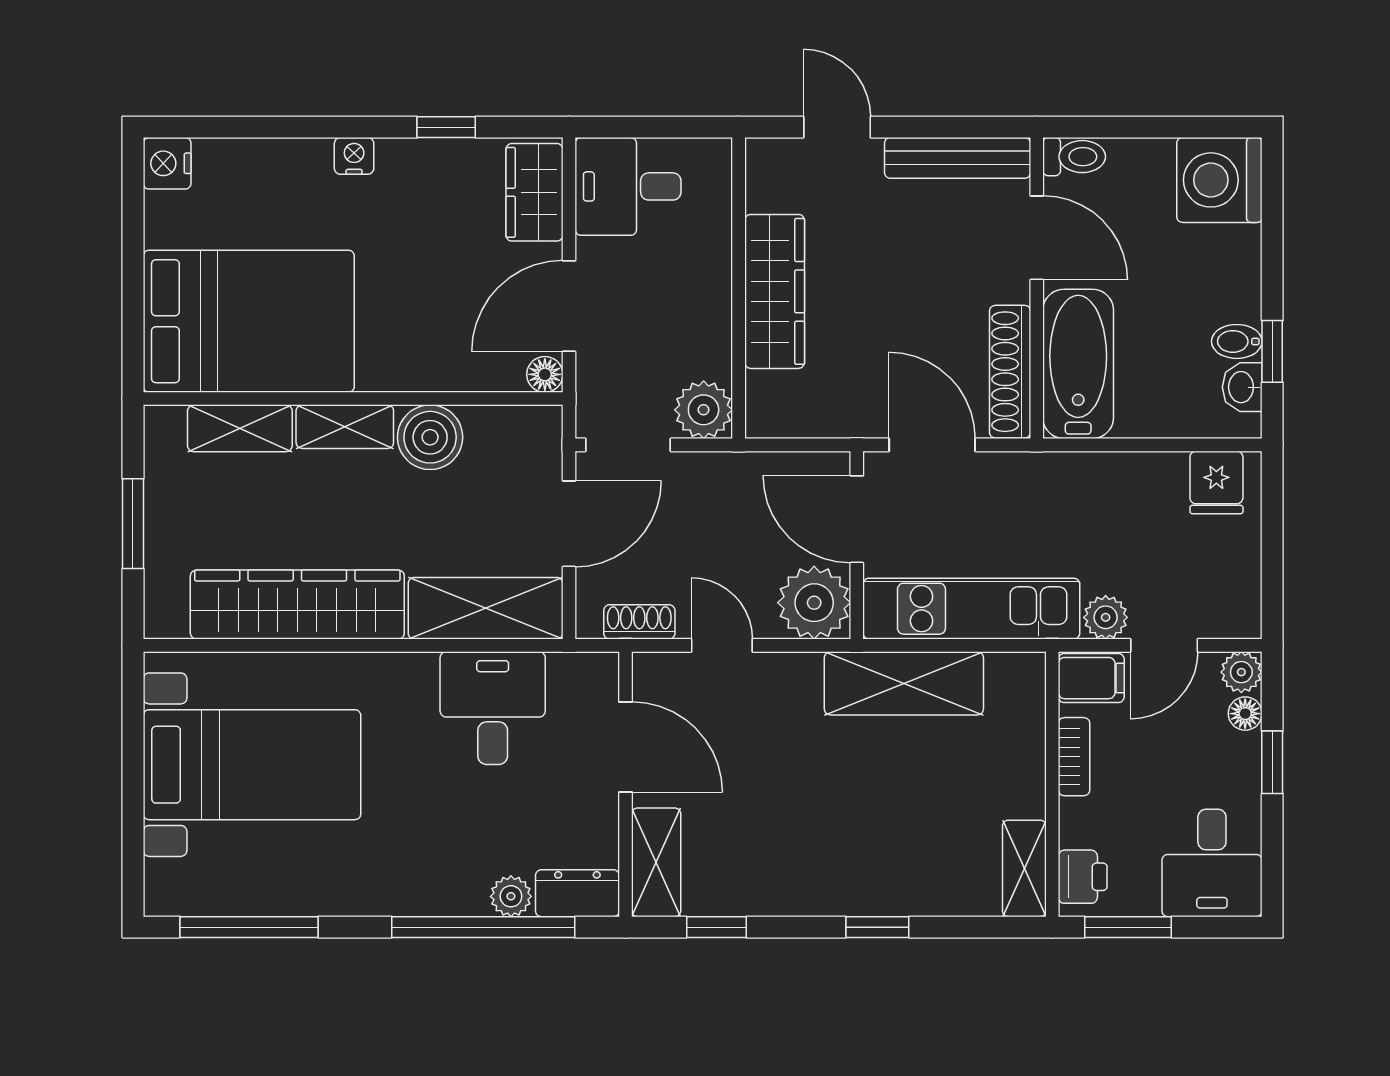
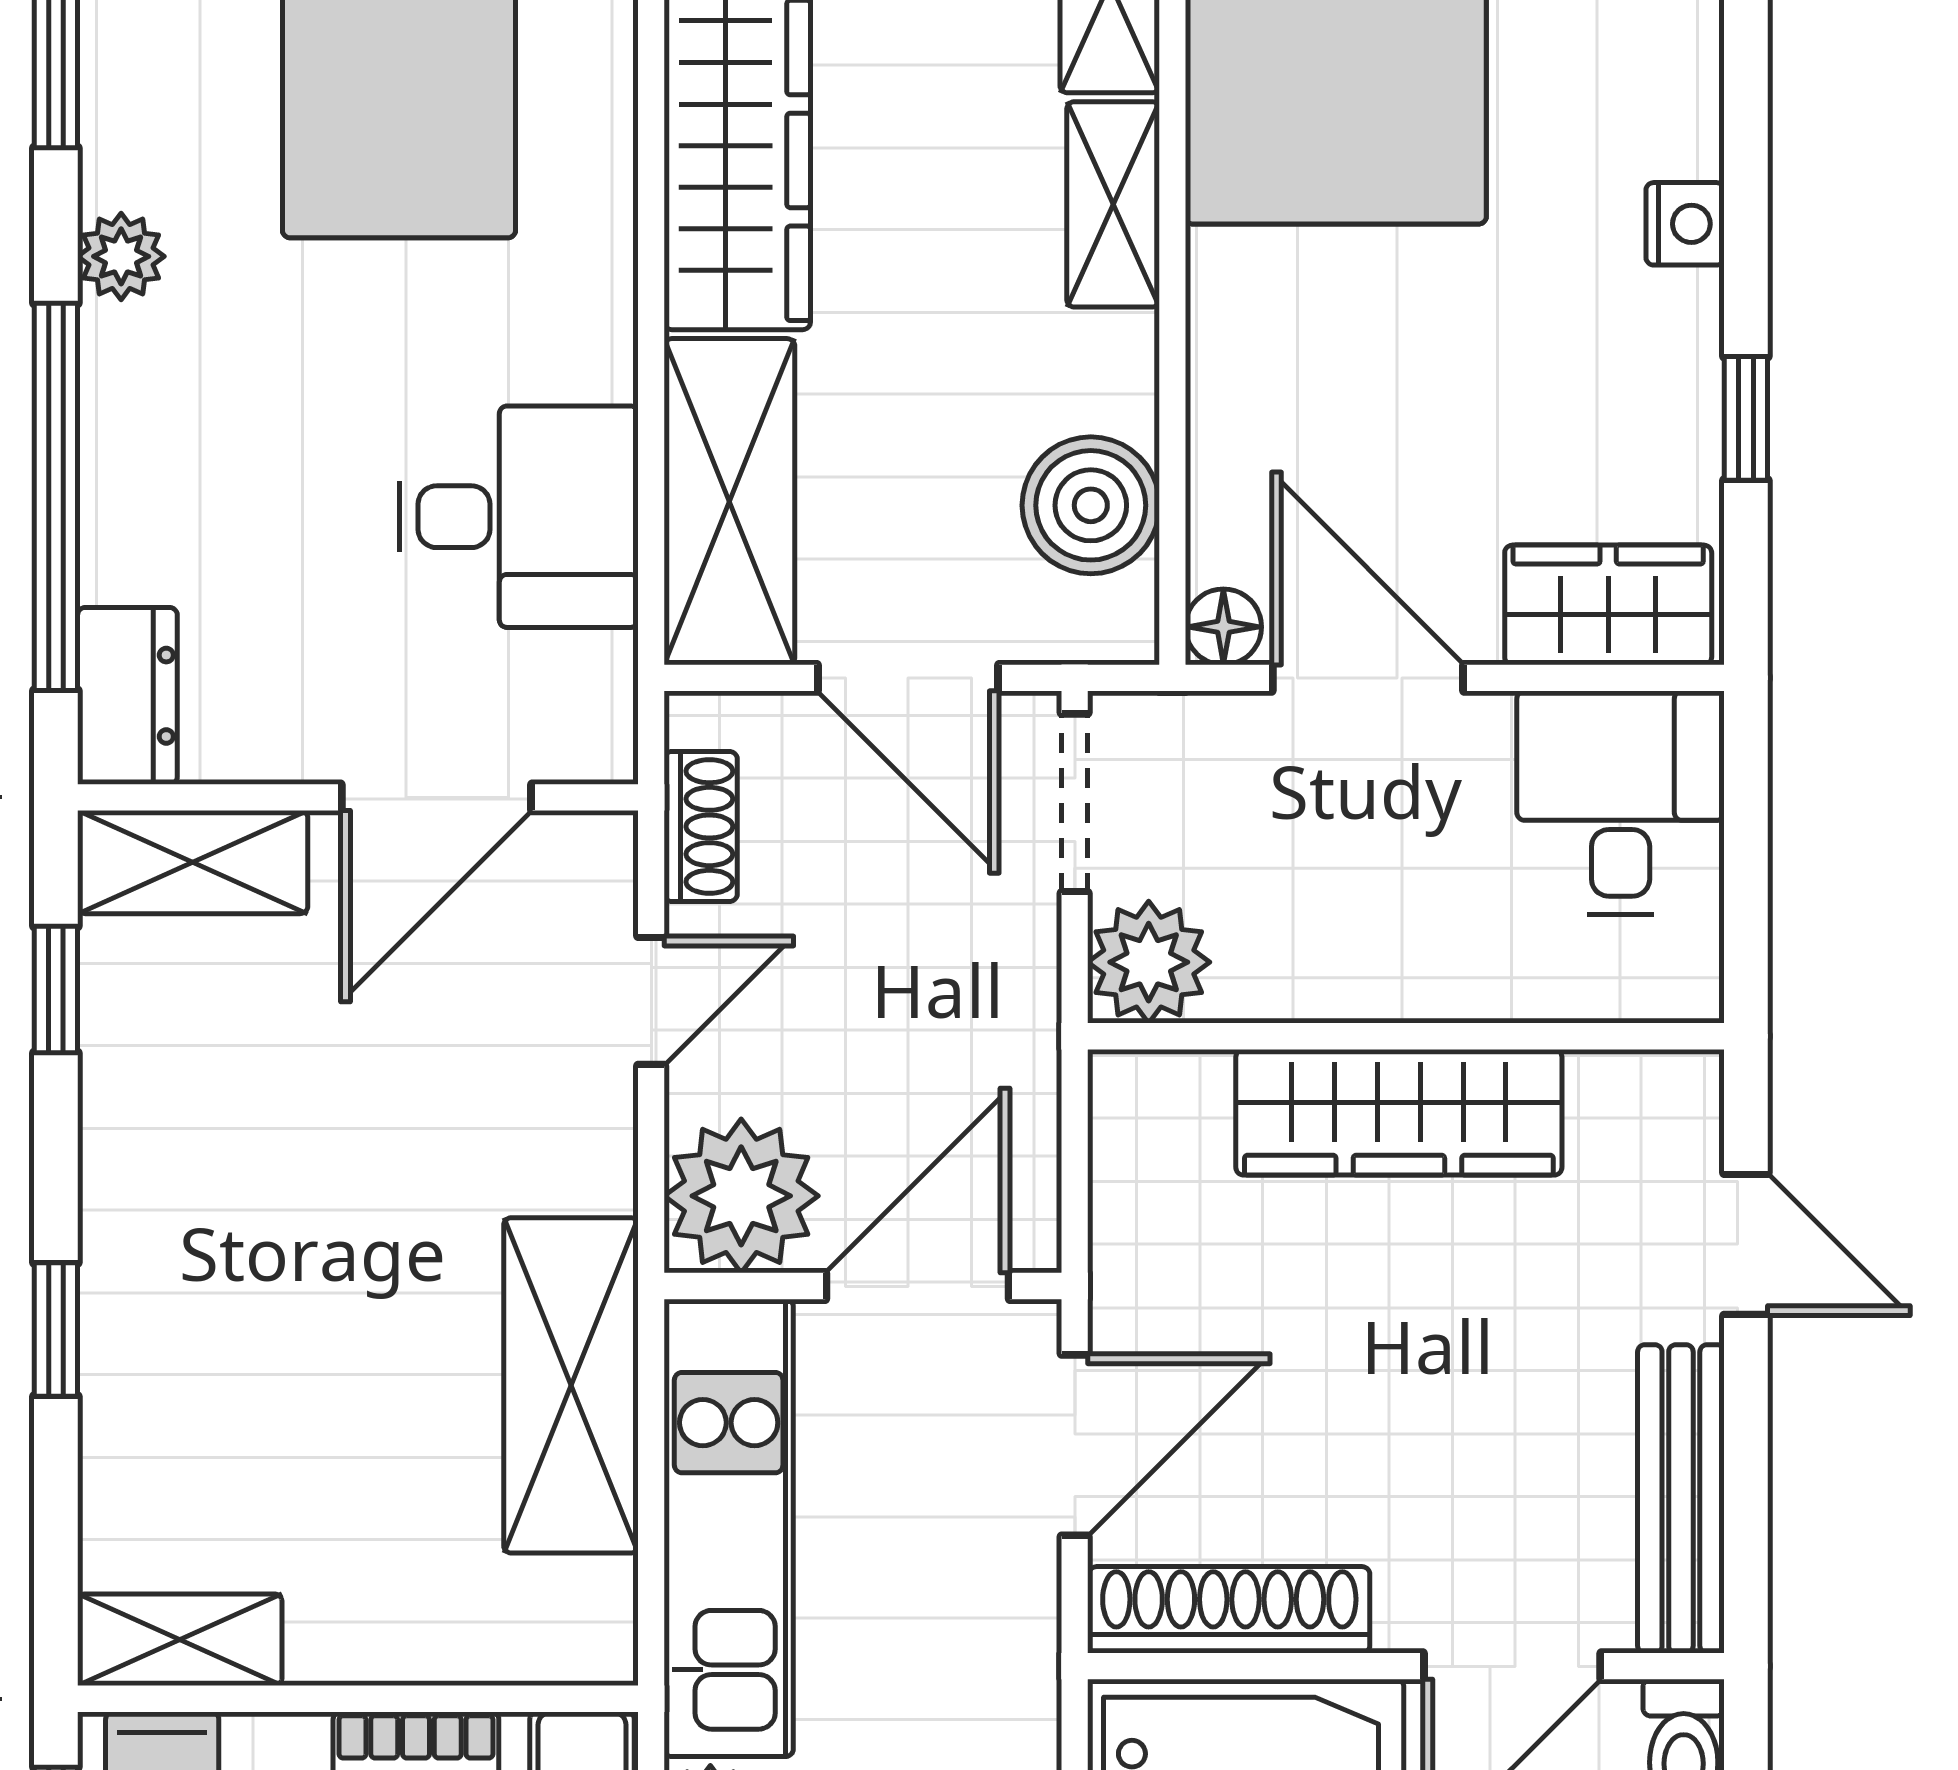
door: (837, 127) -> (1746, 1244), hinge flipped
boiler: (430, 437) -> (1091, 505), moved
plant: (511, 896) -> (121, 256), moved

